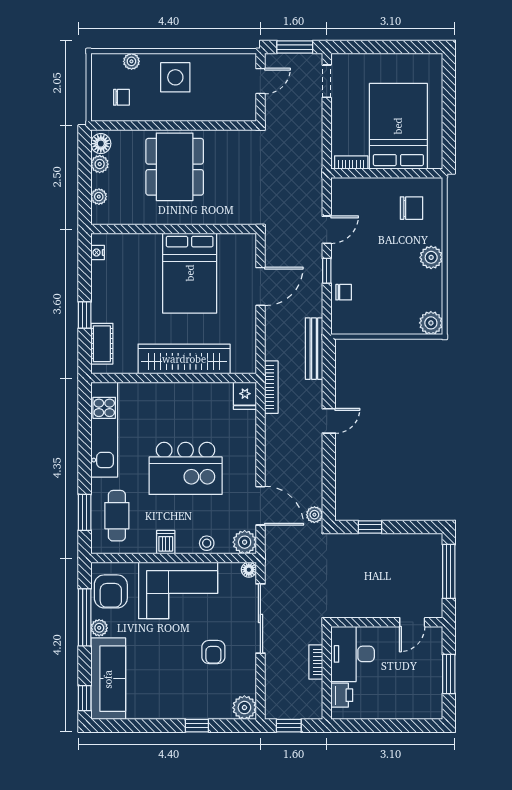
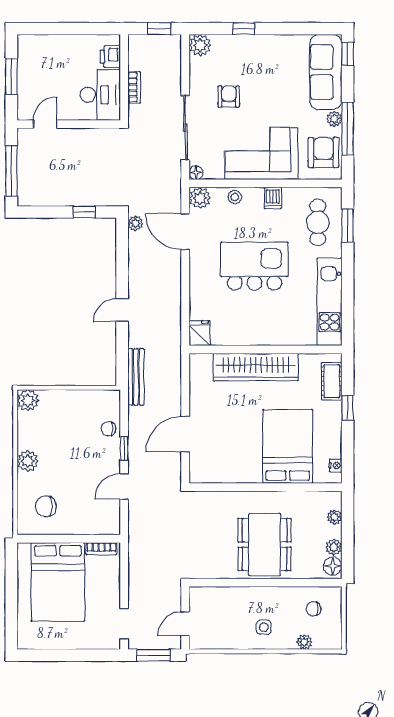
side table: (175, 77) -> (264, 627), width x0.54, depth x0.54
bed: (190, 273) -> (288, 446), moved
bookcase: (271, 387) -> (175, 341), removed

